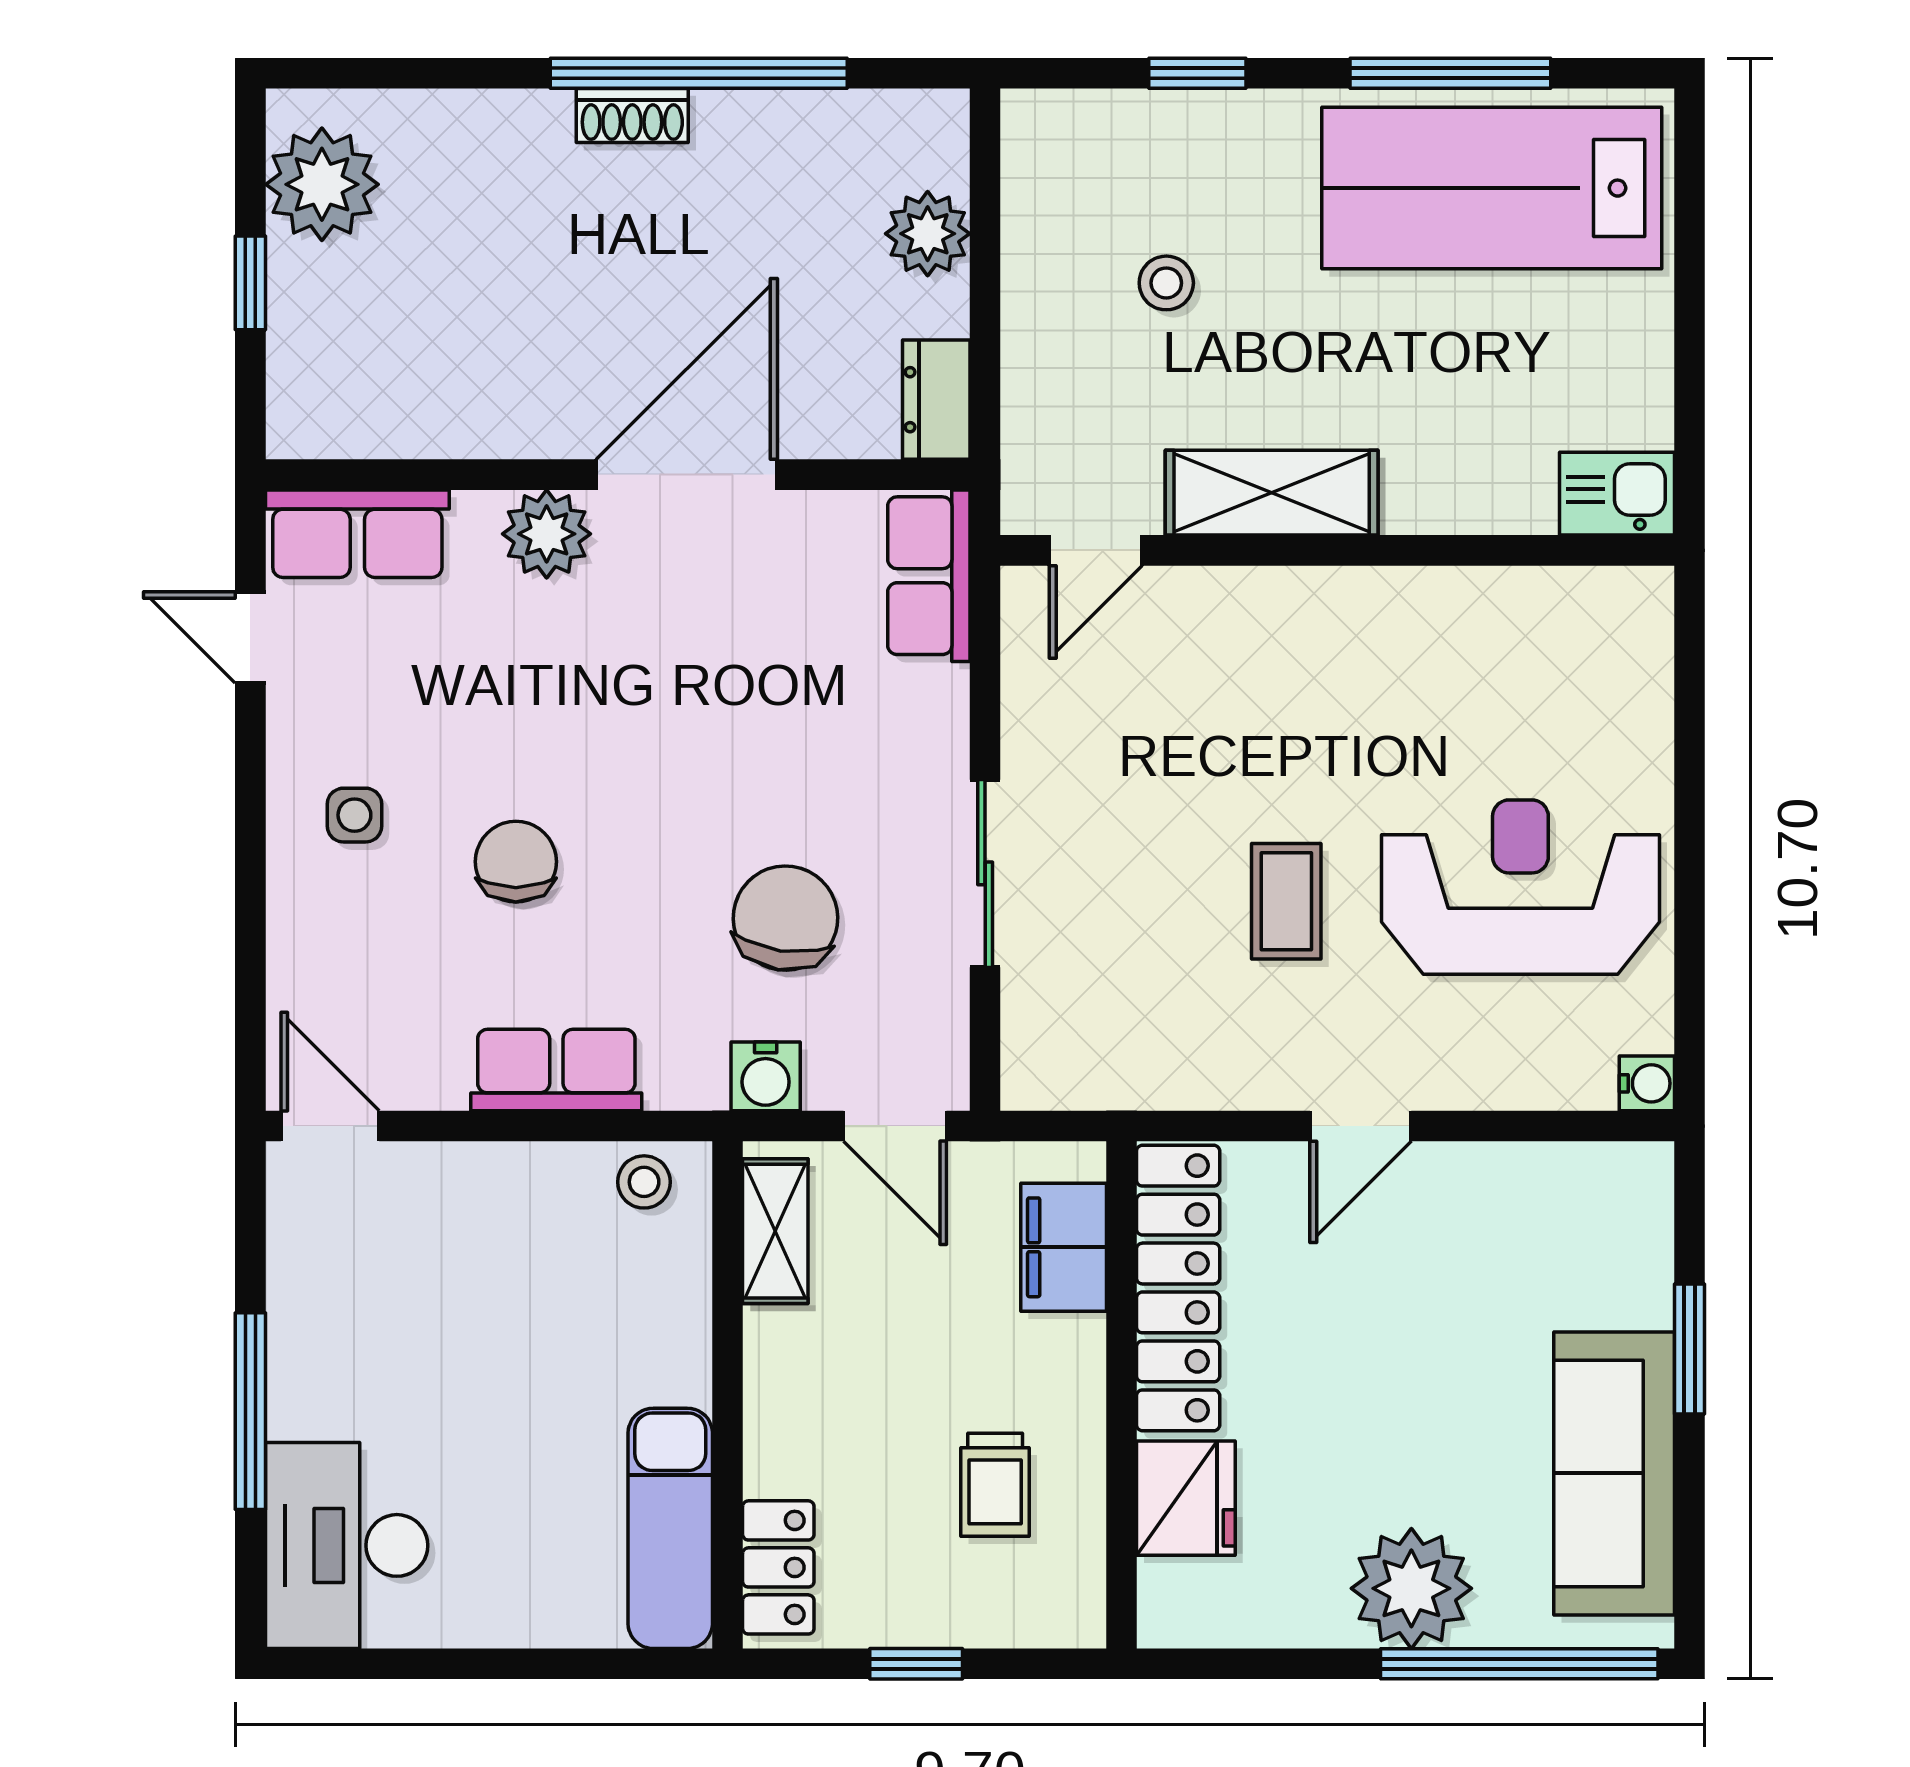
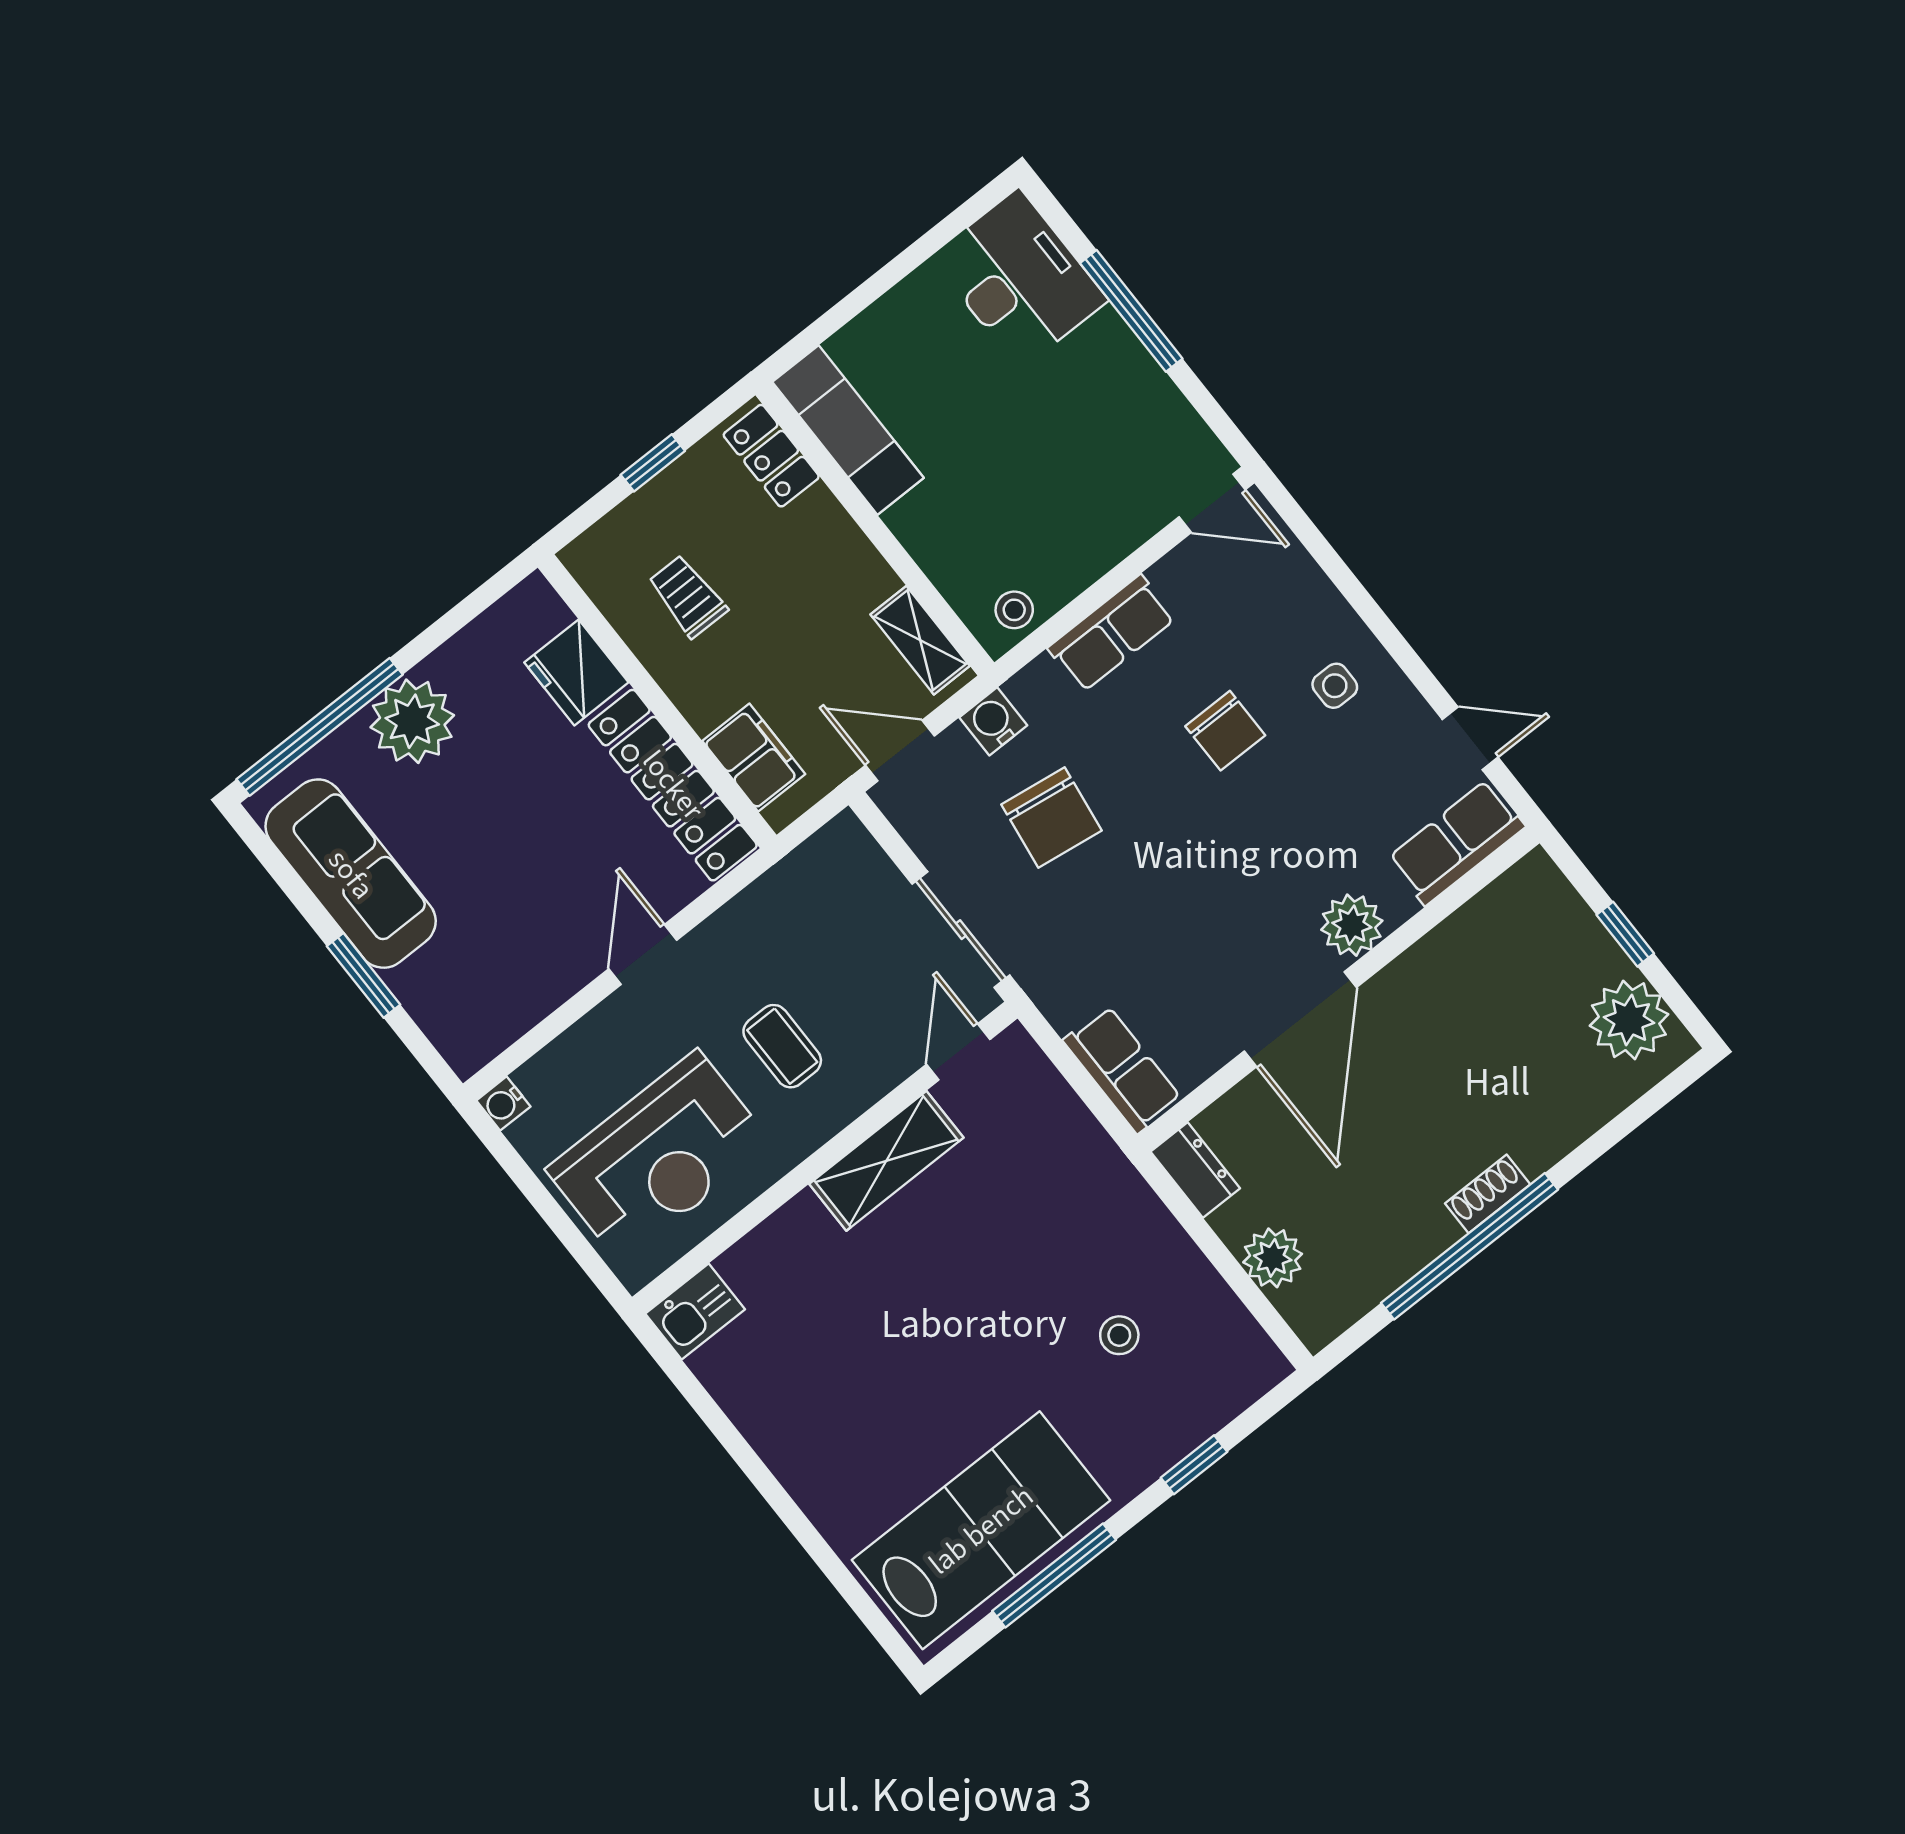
shelving: (1272, 493) -> (886, 1161), moved
kitchen sink: (1617, 494) -> (695, 1312), moved
door: (1096, 550) -> (958, 1052), moved
wall: (1337, 550) -> (825, 1158), moved

